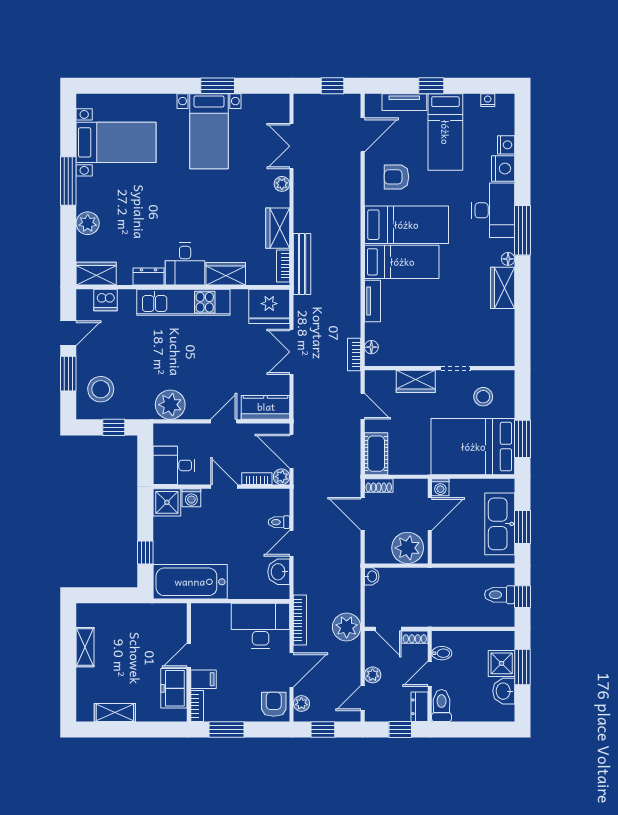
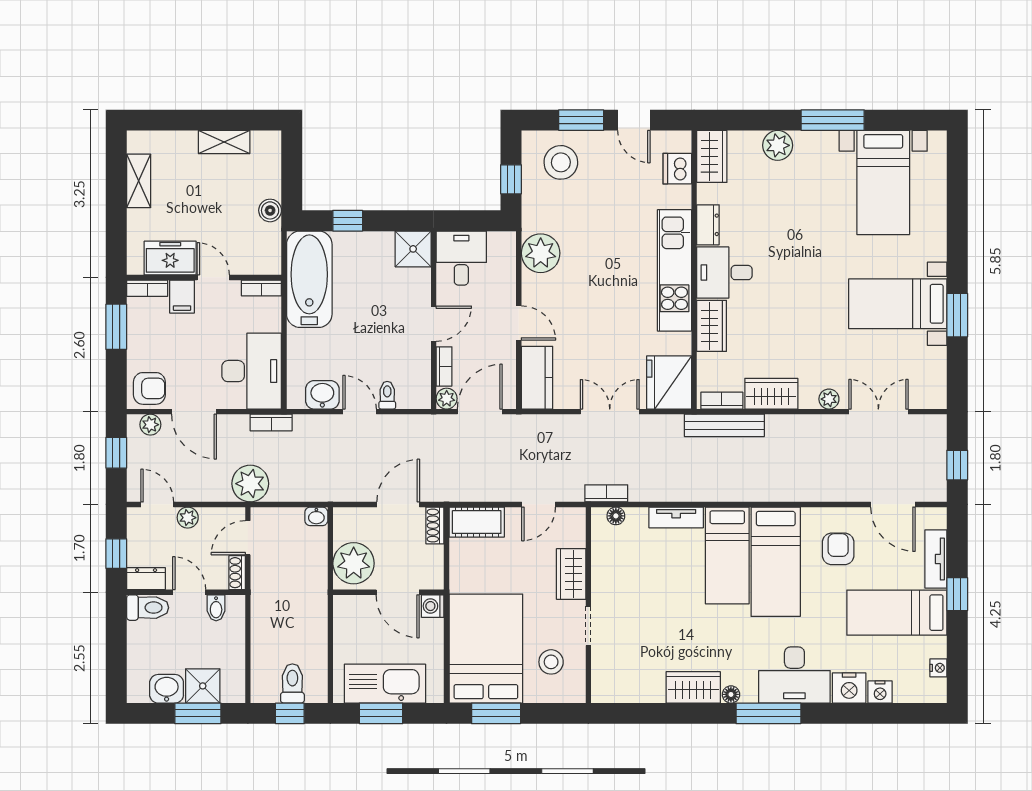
washing machine: (191, 498) -> (419, 281), removed
boiler: (138, 612) -> (270, 210), added
bookcase: (197, 618) -> (261, 288), added
bookcase: (300, 620) -> (271, 423), width x0.64

